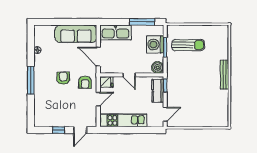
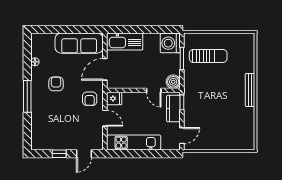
window: (142, 22) -> (155, 29), removed
washing machine: (155, 45) -> (170, 43), moved
door: (98, 57) -> (105, 69), hinge flipped
door: (129, 75) -> (154, 90), moved
armchair: (63, 78) -> (56, 84), moved
door: (98, 99) -> (105, 118), hinge flipped

